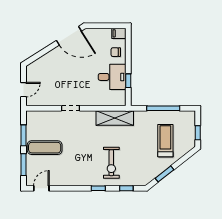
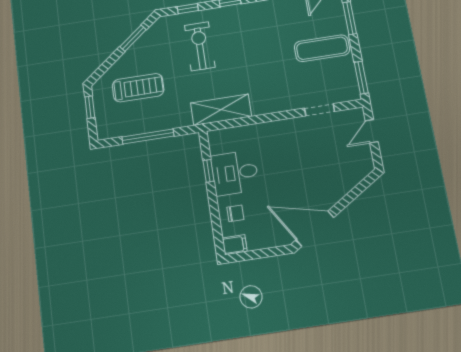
doorway: (70, 108) -> (320, 110), moved
window: (24, 135) -> (361, 78), moved
treadmill: (165, 141) -> (138, 88), turned -90
exercise bike: (111, 163) -> (200, 46), moved

